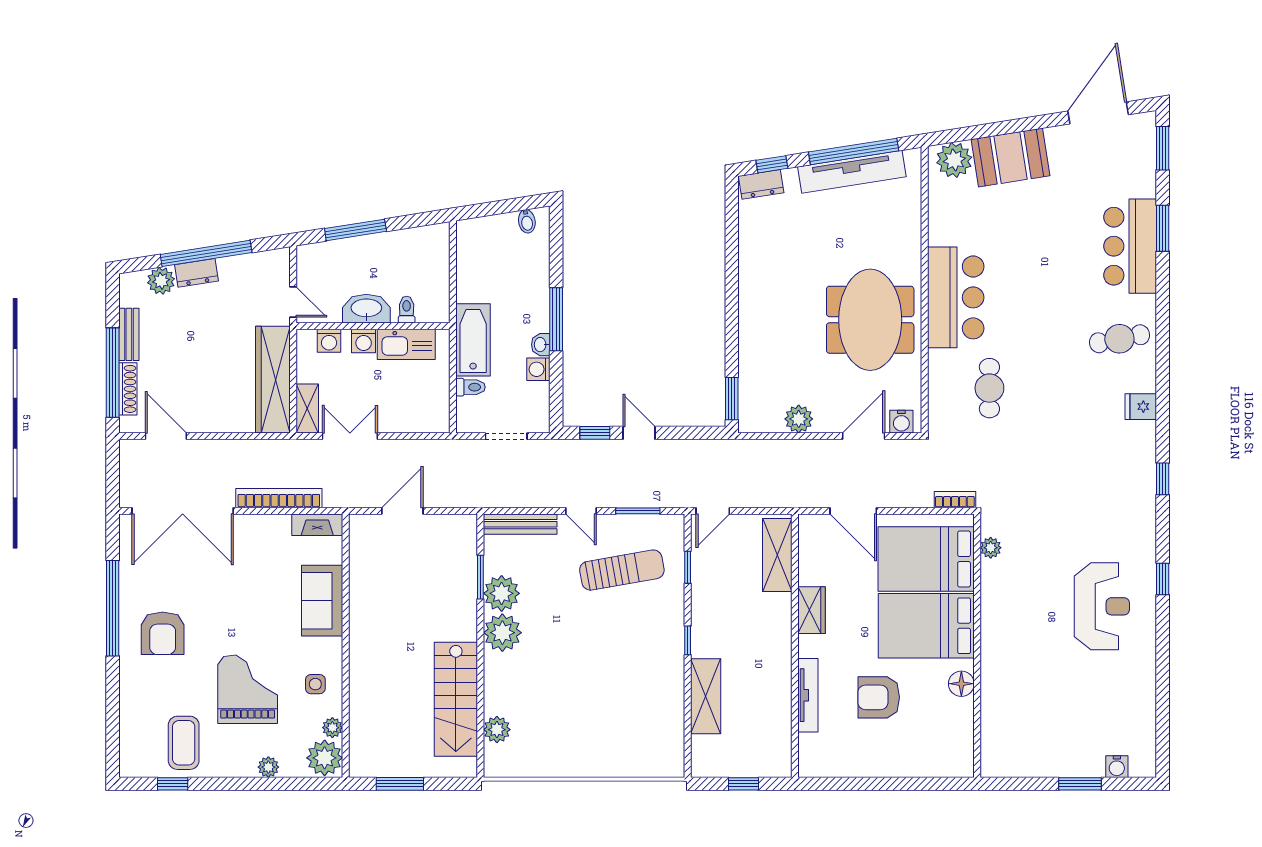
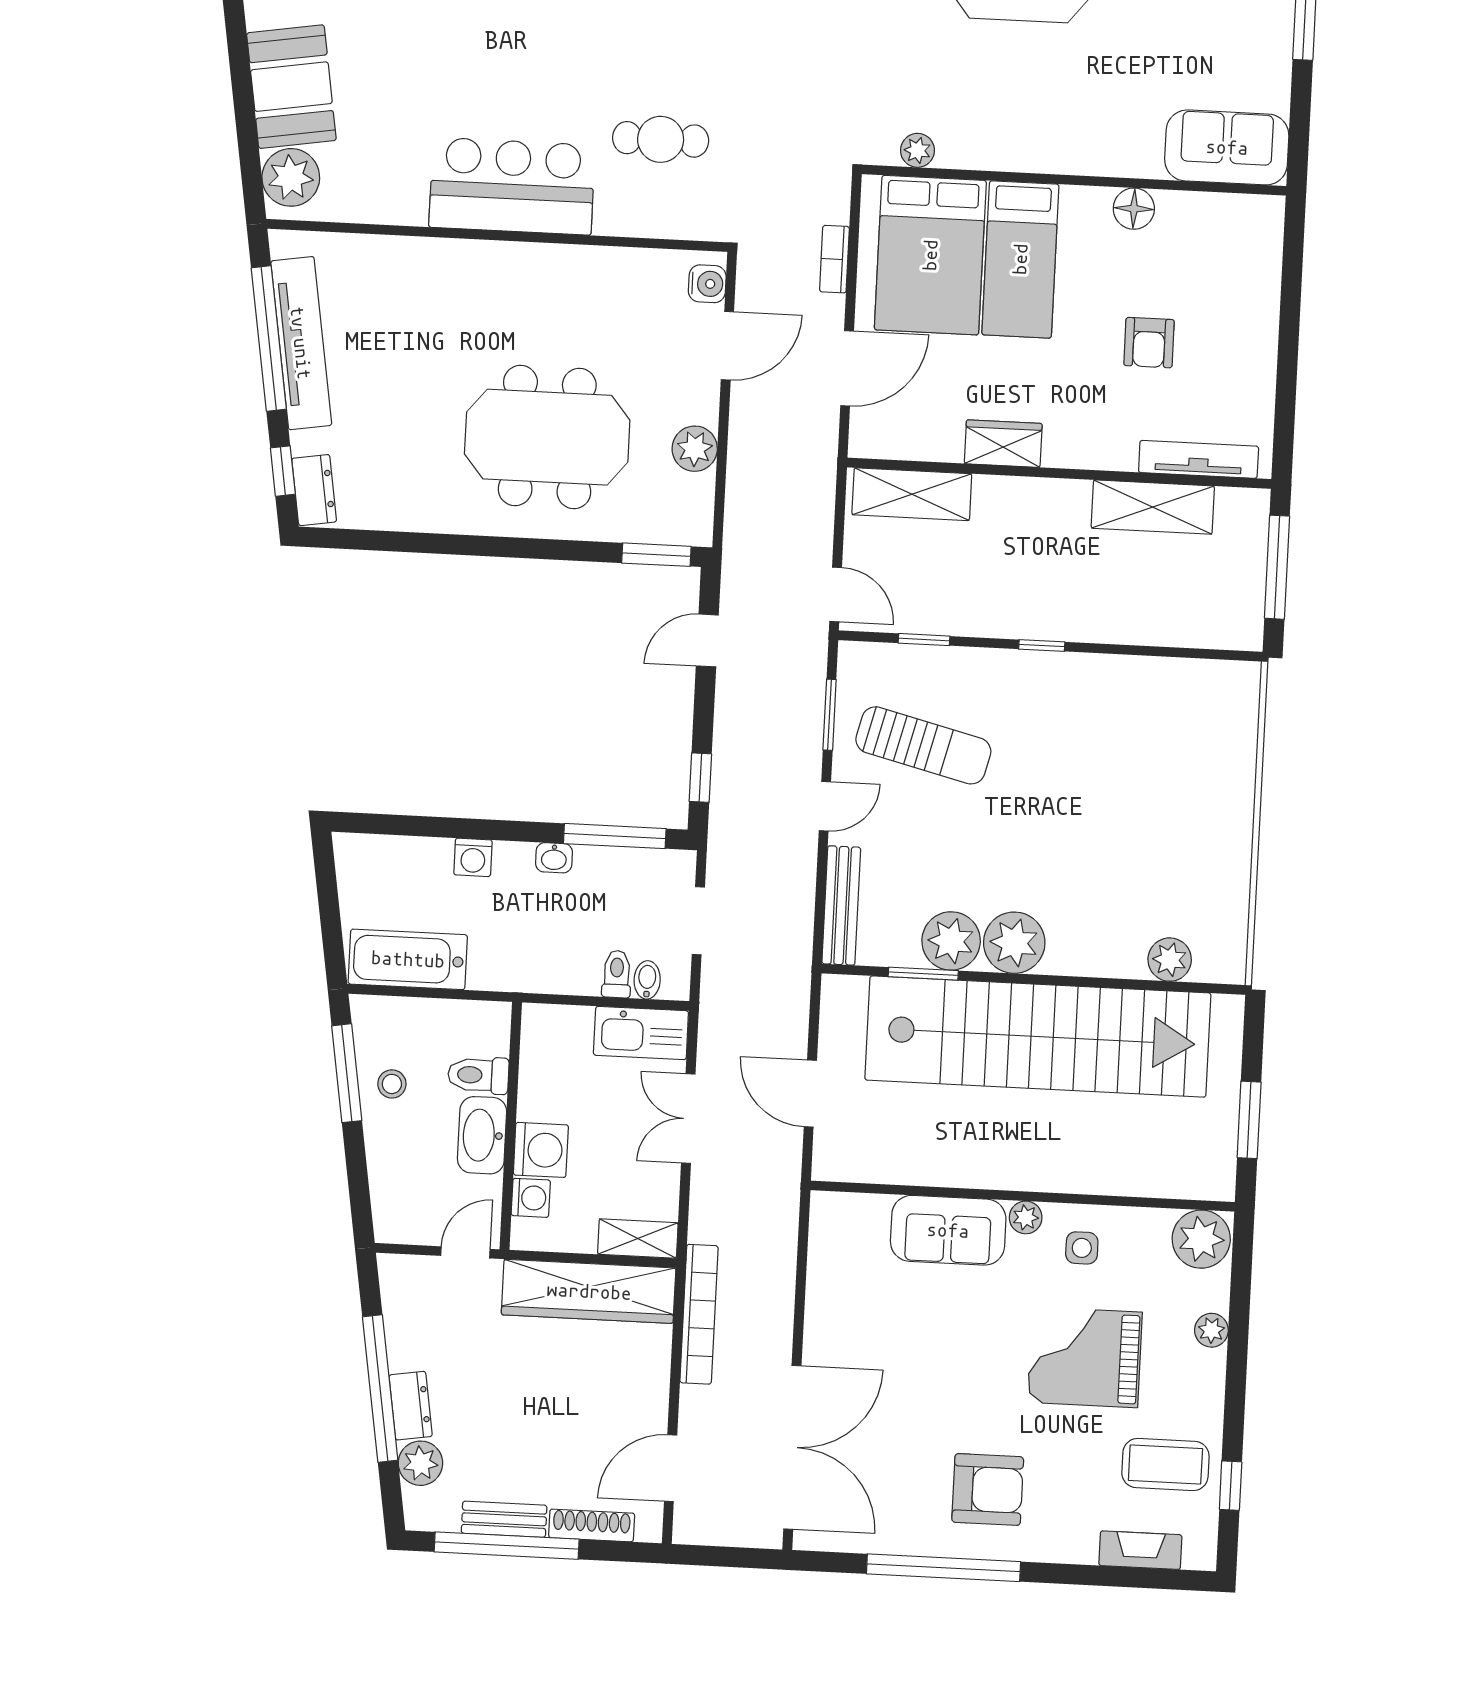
bidet: (527, 221) -> (647, 980), moved, turned -81
window: (355, 230) -> (347, 1073), moved
stool: (395, 251) -> (392, 1084), added
toilet: (407, 310) -> (478, 1075), width x1.37, depth x1.39
window: (556, 319) -> (615, 836), moved
meeting table: (870, 320) -> (547, 437), moved
bathtub: (473, 340) -> (408, 959), moved
washing machine: (364, 341) -> (541, 1150), width x1.38, depth x1.38
kitchen sink: (406, 344) -> (641, 1033), moved, turned 90
washing machine: (538, 369) -> (473, 857), moved
window: (113, 373) -> (507, 1546), moved
door: (639, 433) -> (707, 640), moved
double door: (350, 436) -> (688, 1119), moved
door: (864, 436) -> (727, 346), swing flipped
bookcase: (279, 498) -> (699, 1314), moved, turned 180
bookcase: (955, 500) -> (834, 259), moved
fireplace: (317, 525) -> (1140, 1550), moved, turned -90
sun lounger: (622, 570) -> (923, 745), turned 114
bed: (926, 626) -> (1020, 259), width x0.67
tv unit: (808, 695) -> (1199, 459), moved
shelving: (706, 696) -> (1153, 507), moved
armchair: (879, 697) -> (1149, 343), width x0.72, depth x0.72
stairs: (456, 699) -> (1038, 1037), width x1.86, depth x1.51
plant: (332, 728) -> (1026, 1217), moved
sofa: (1002, 739) -> (1227, 147), added
window: (744, 784) -> (1277, 567), width x2.17

